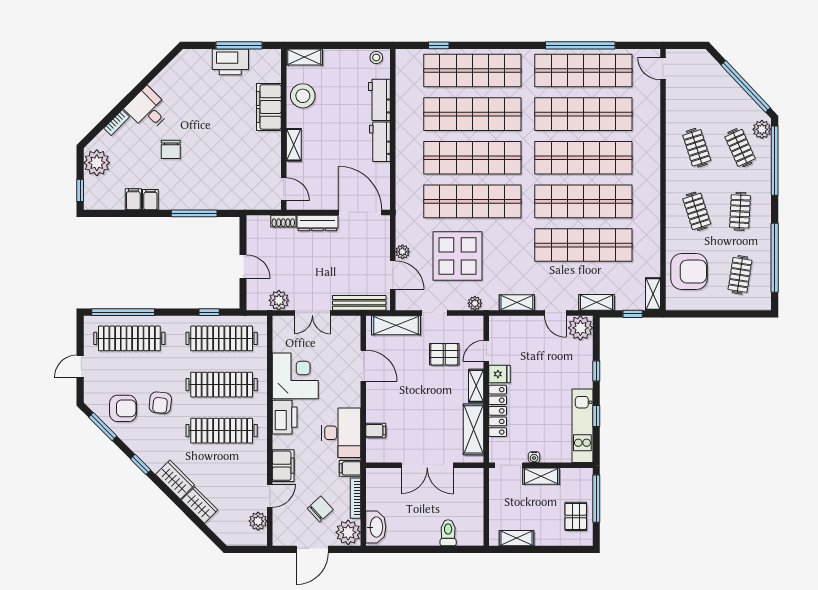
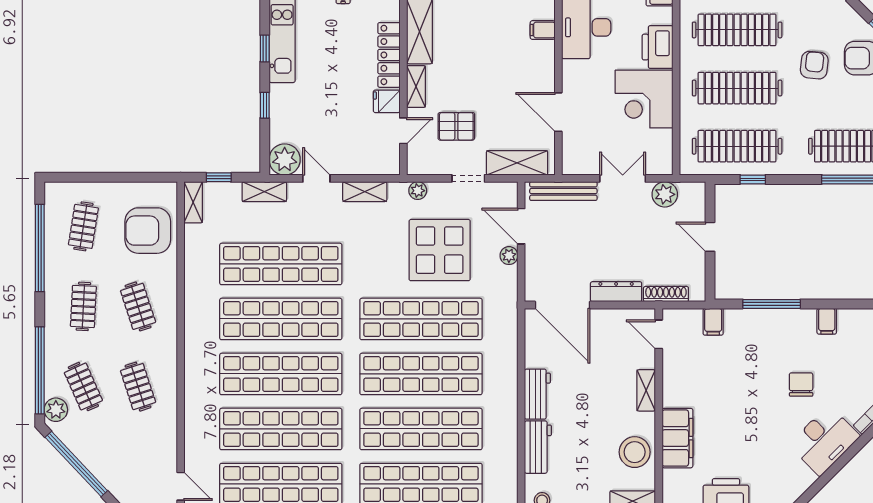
desk: (148, 109) -> (824, 440), width x1.37
filing cabinet: (133, 199) -> (713, 322), moved
shoe rack: (283, 221) -> (666, 294), width x1.43

